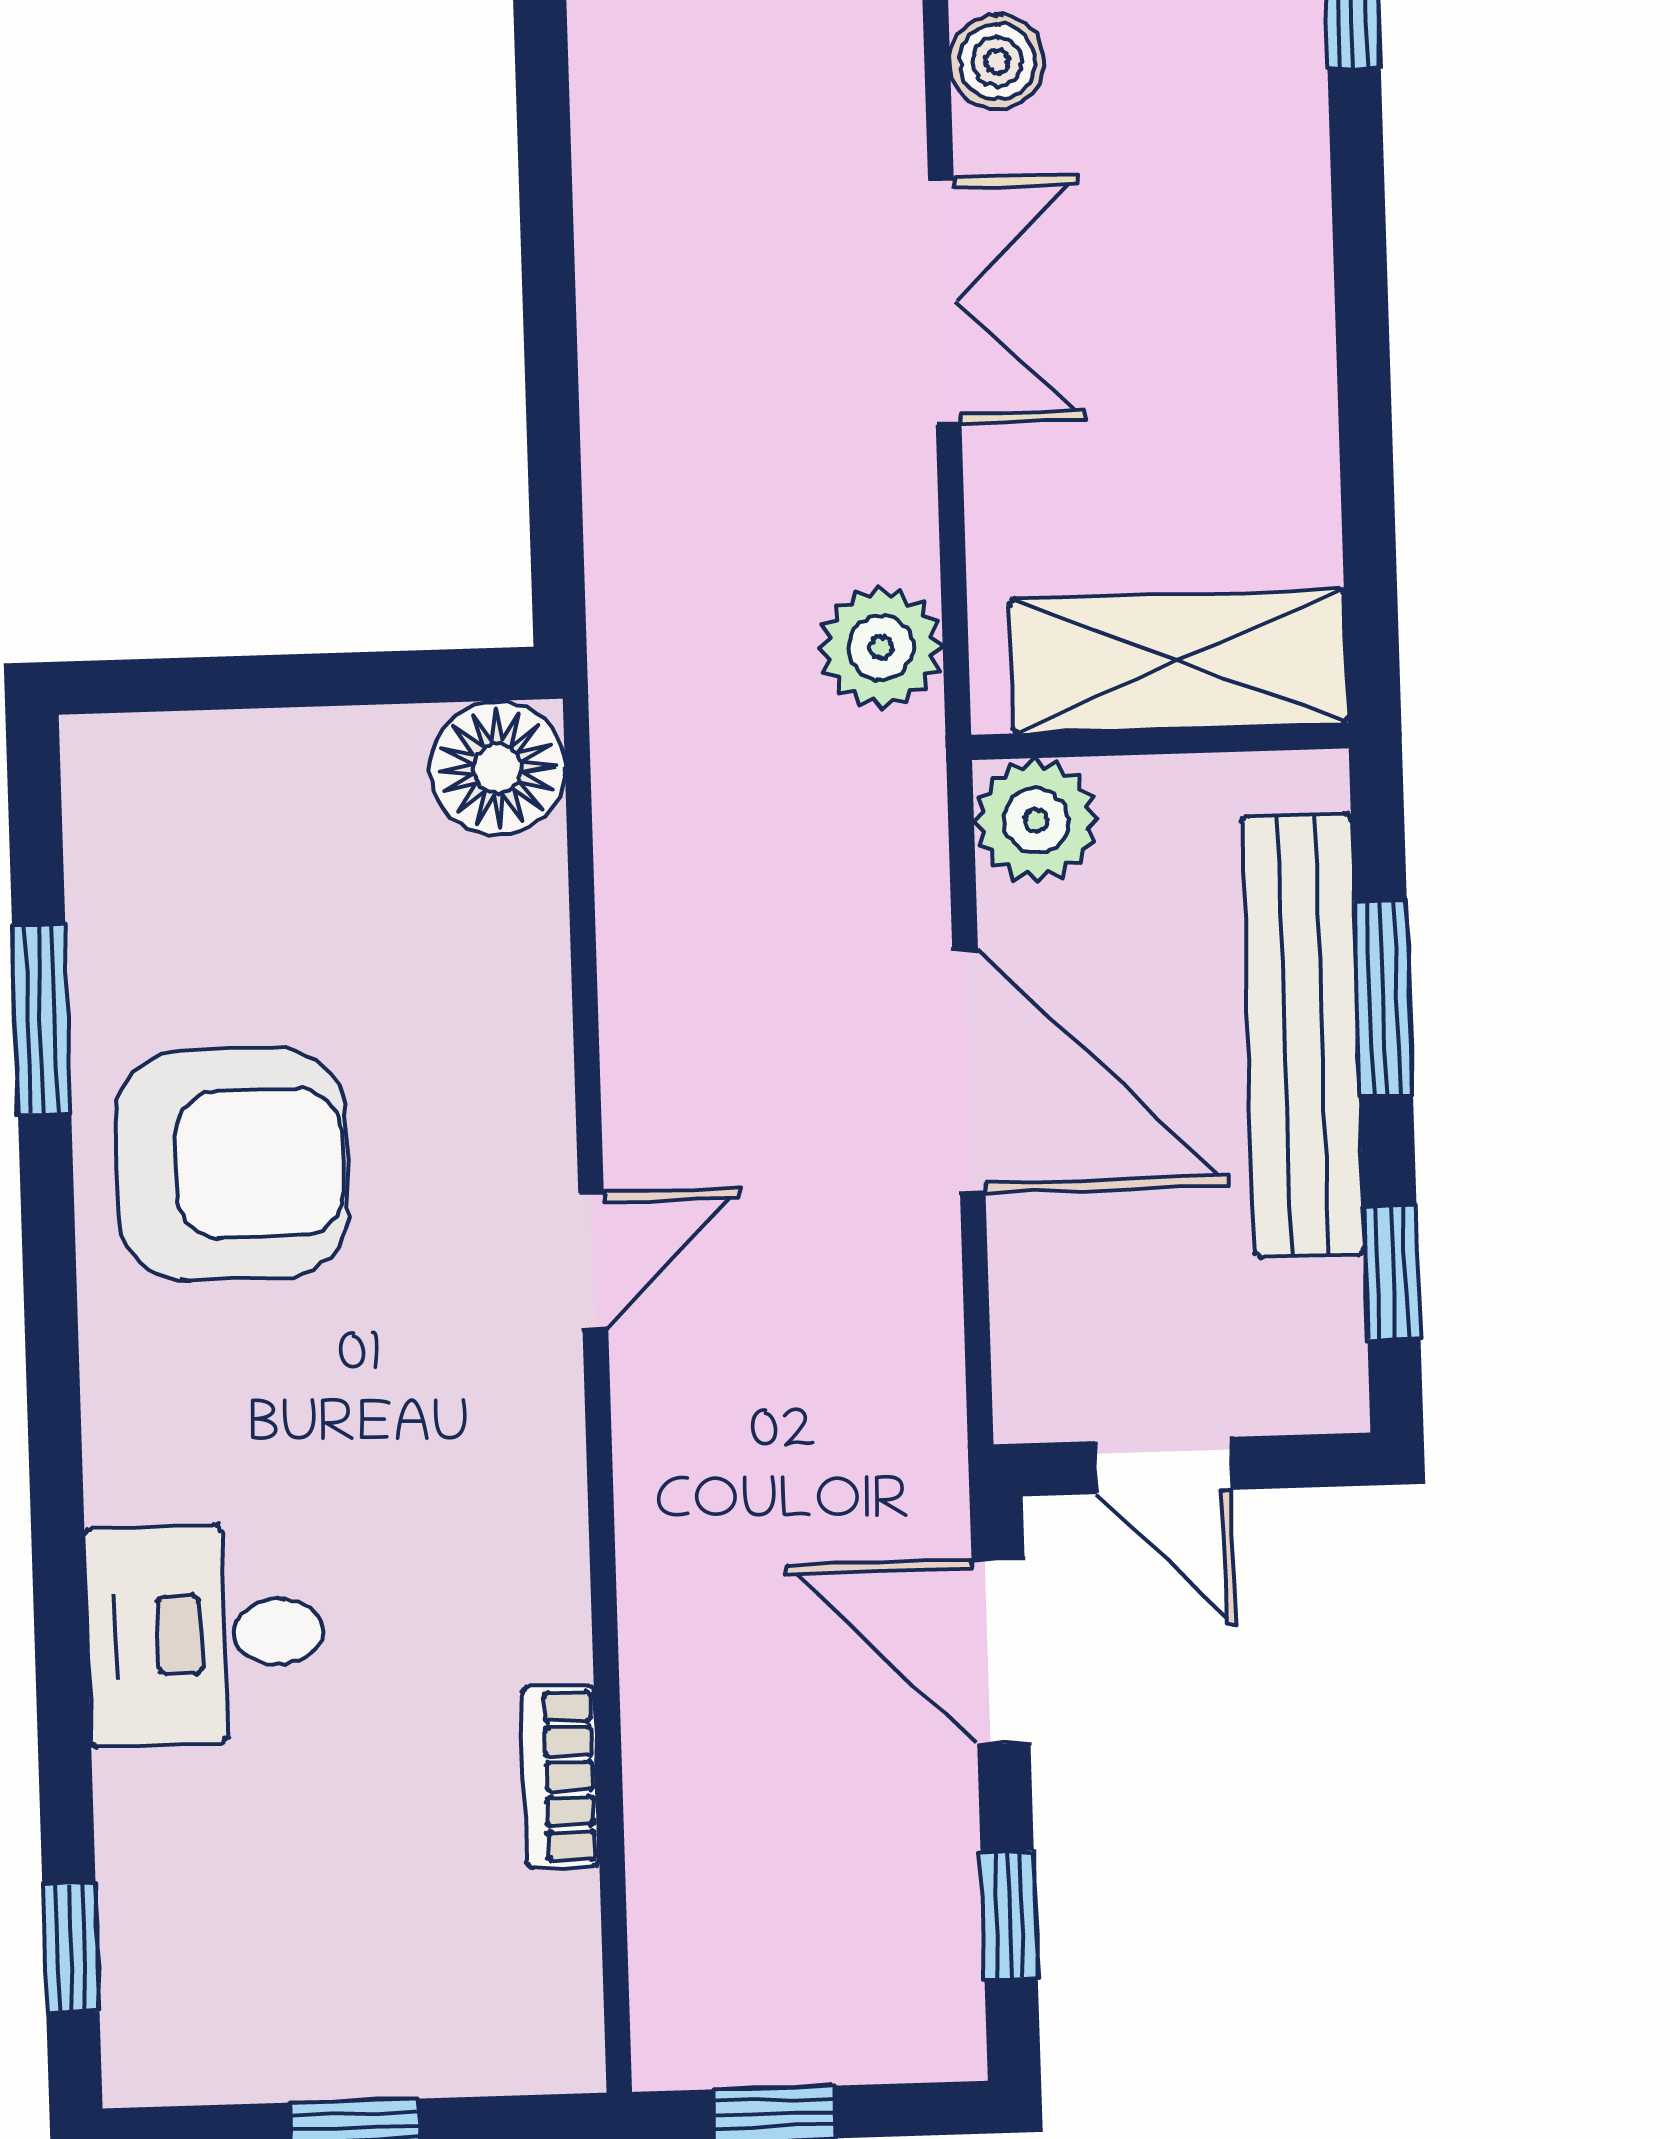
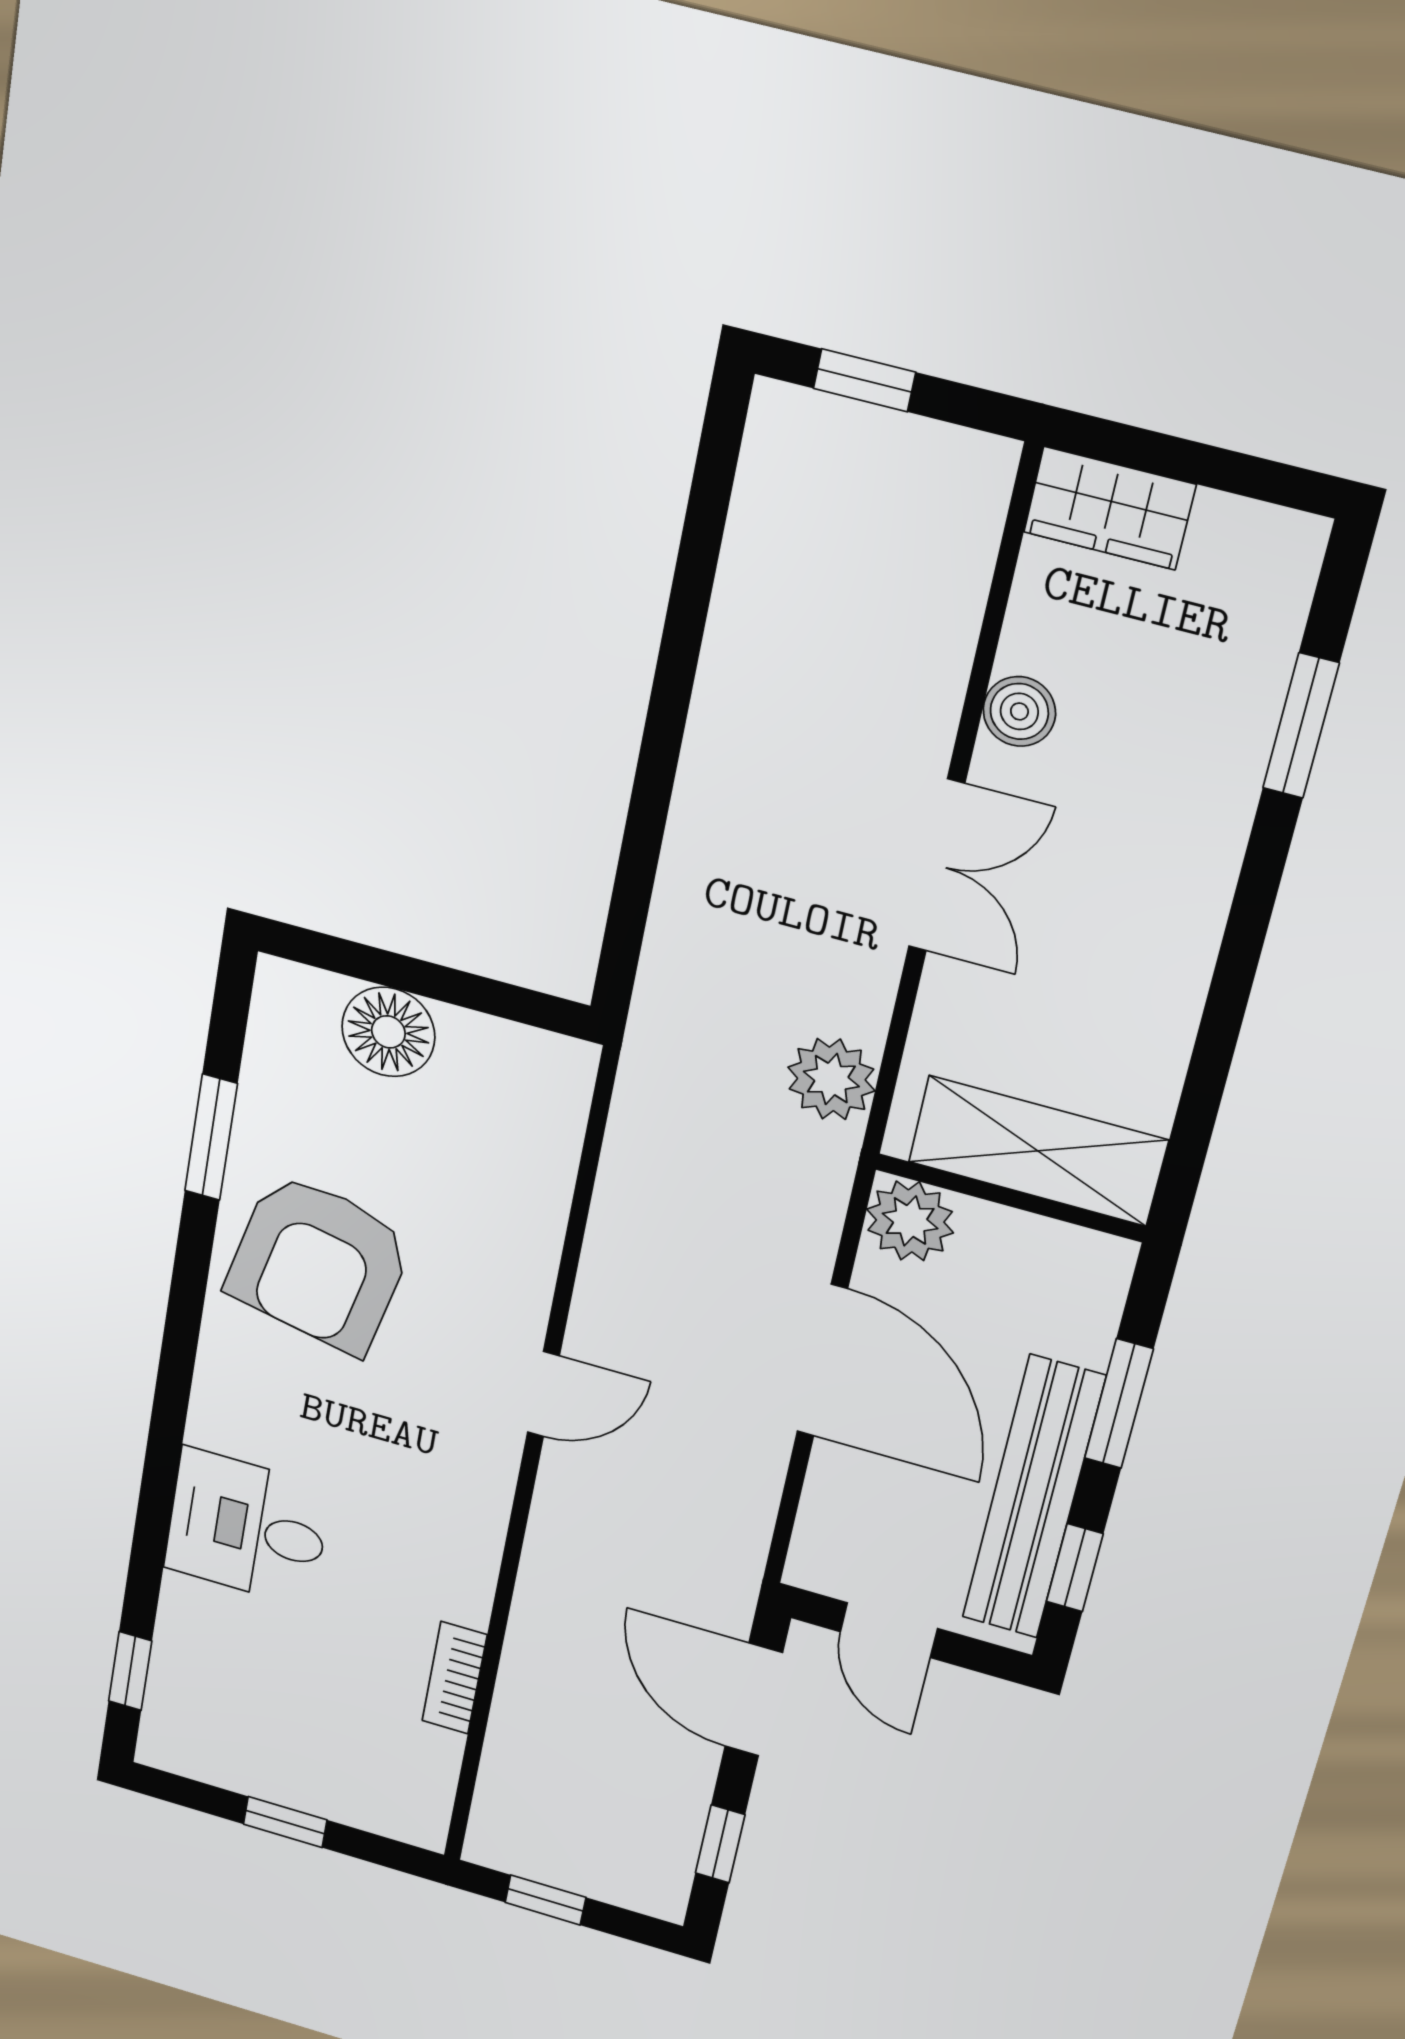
floor lamp: (498, 768) -> (388, 1032), moved
bench: (1303, 1035) -> (1033, 1498), moved
armchair: (232, 1164) -> (319, 1263), turned 102

